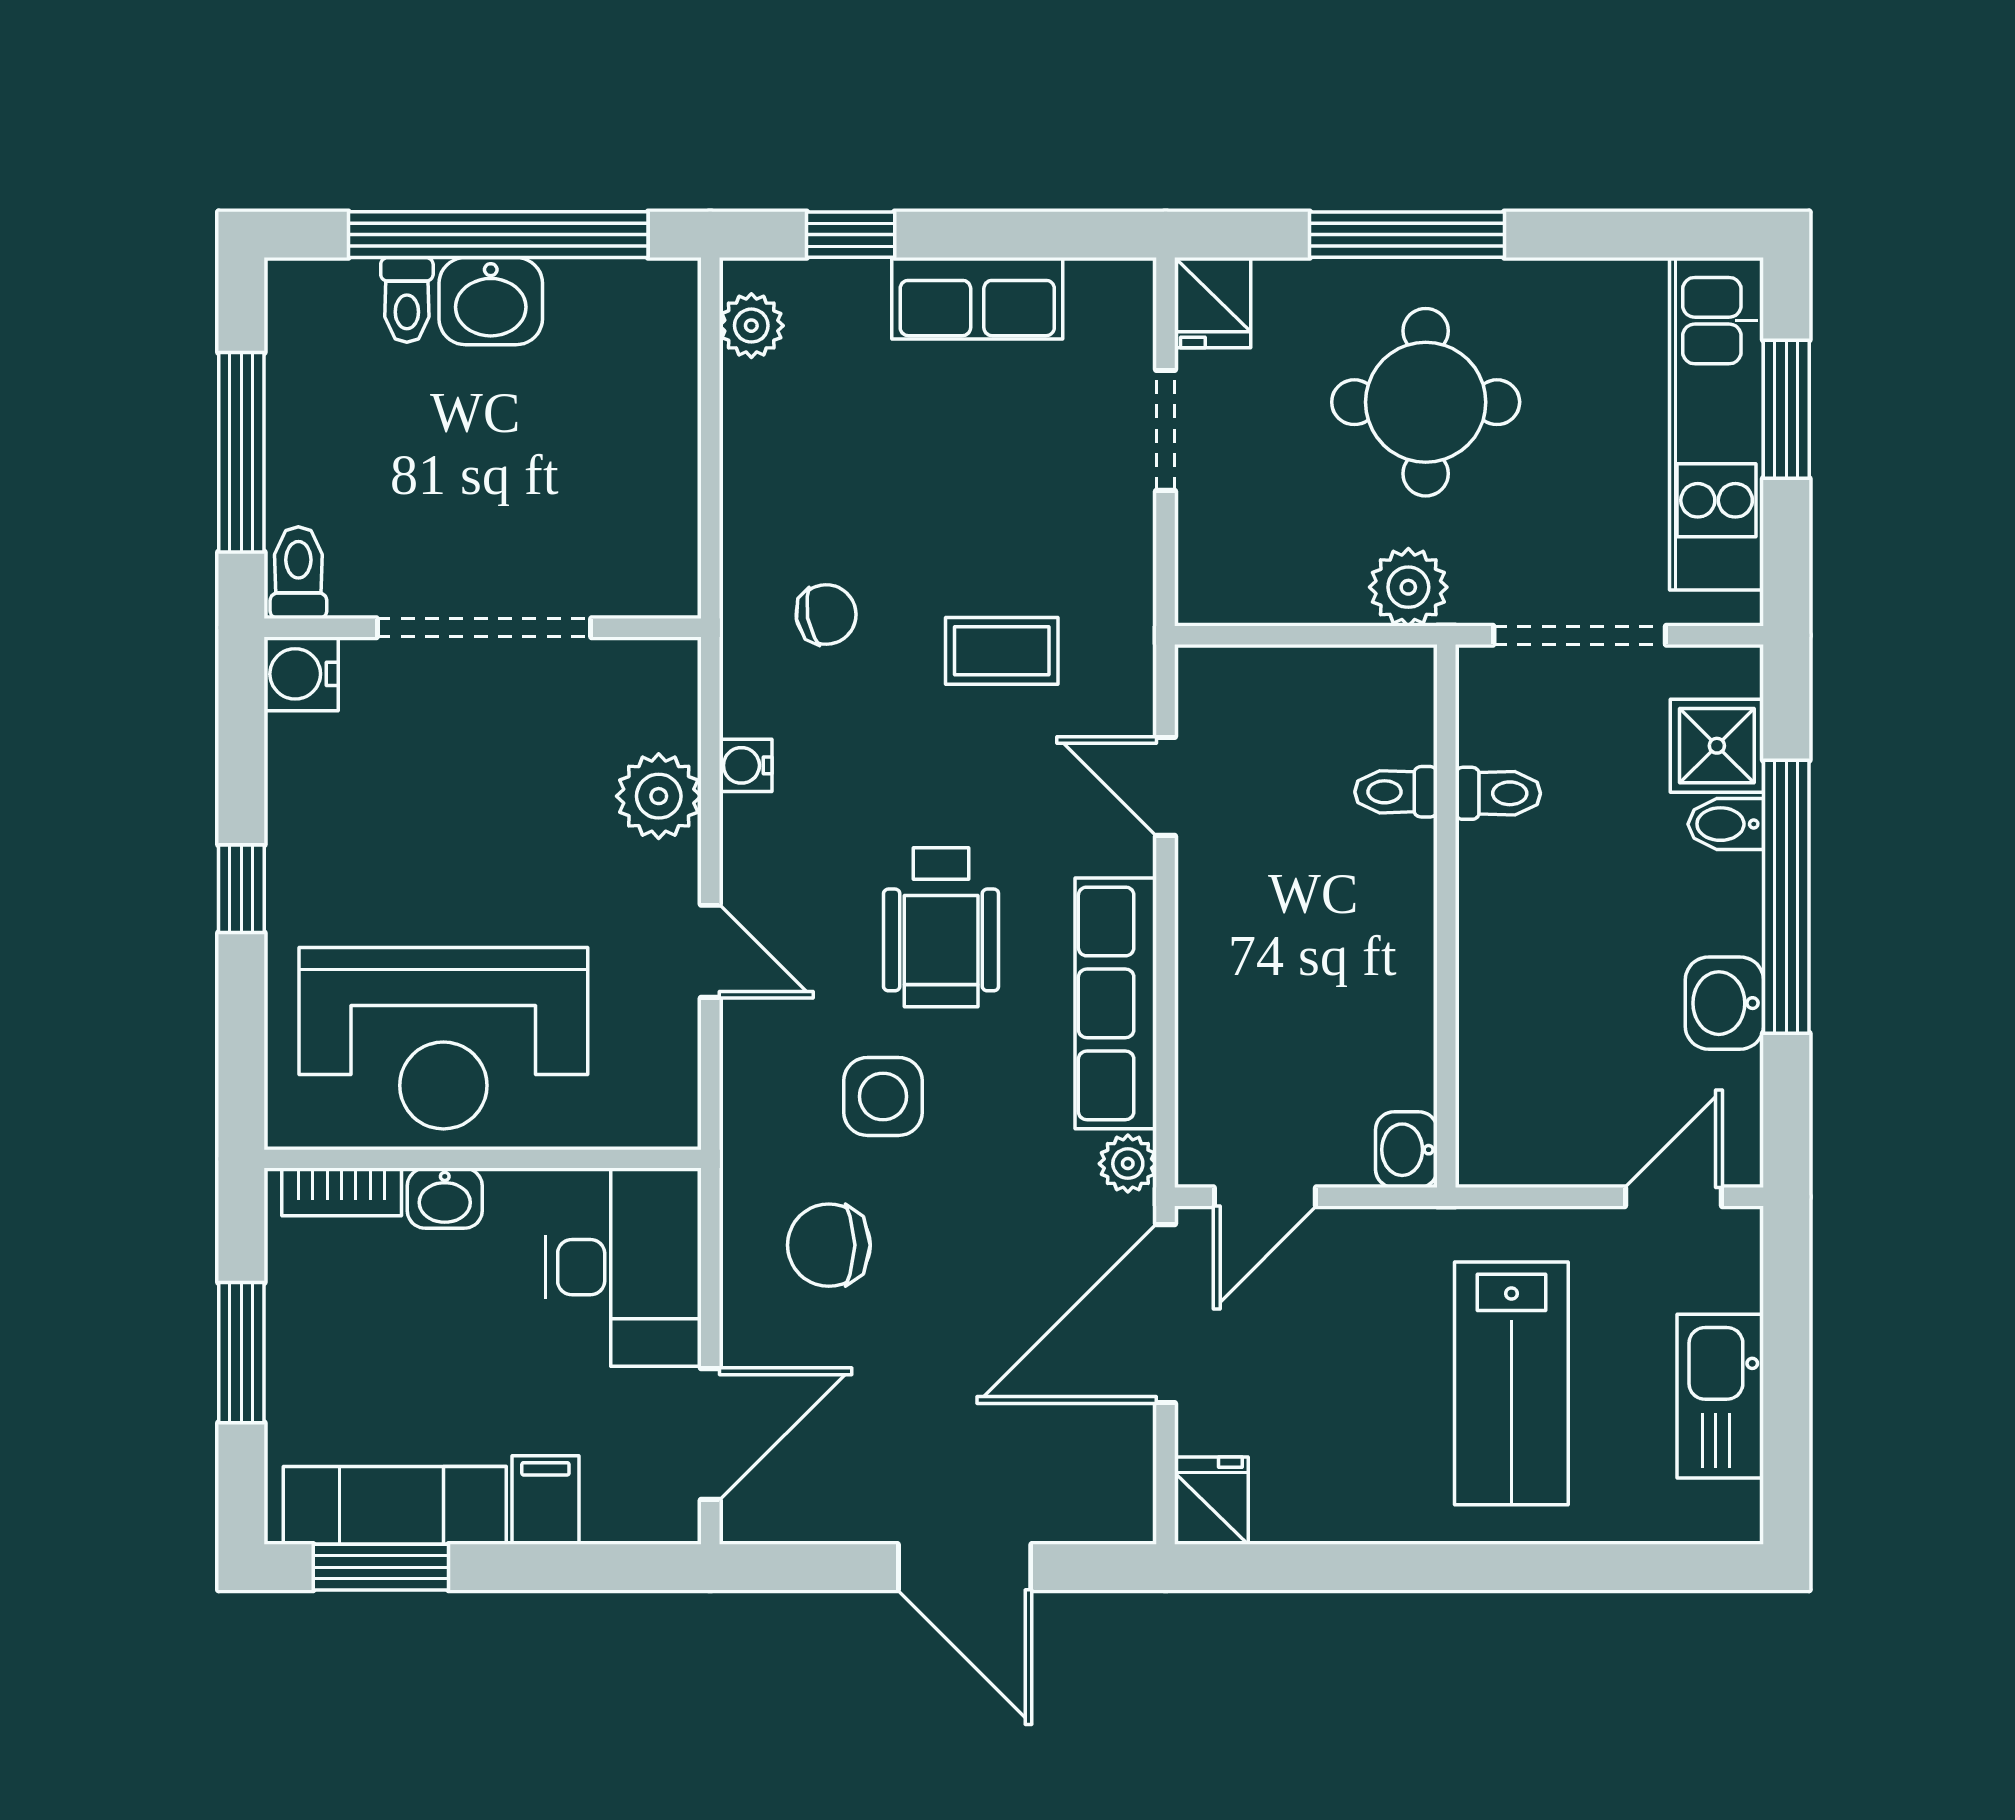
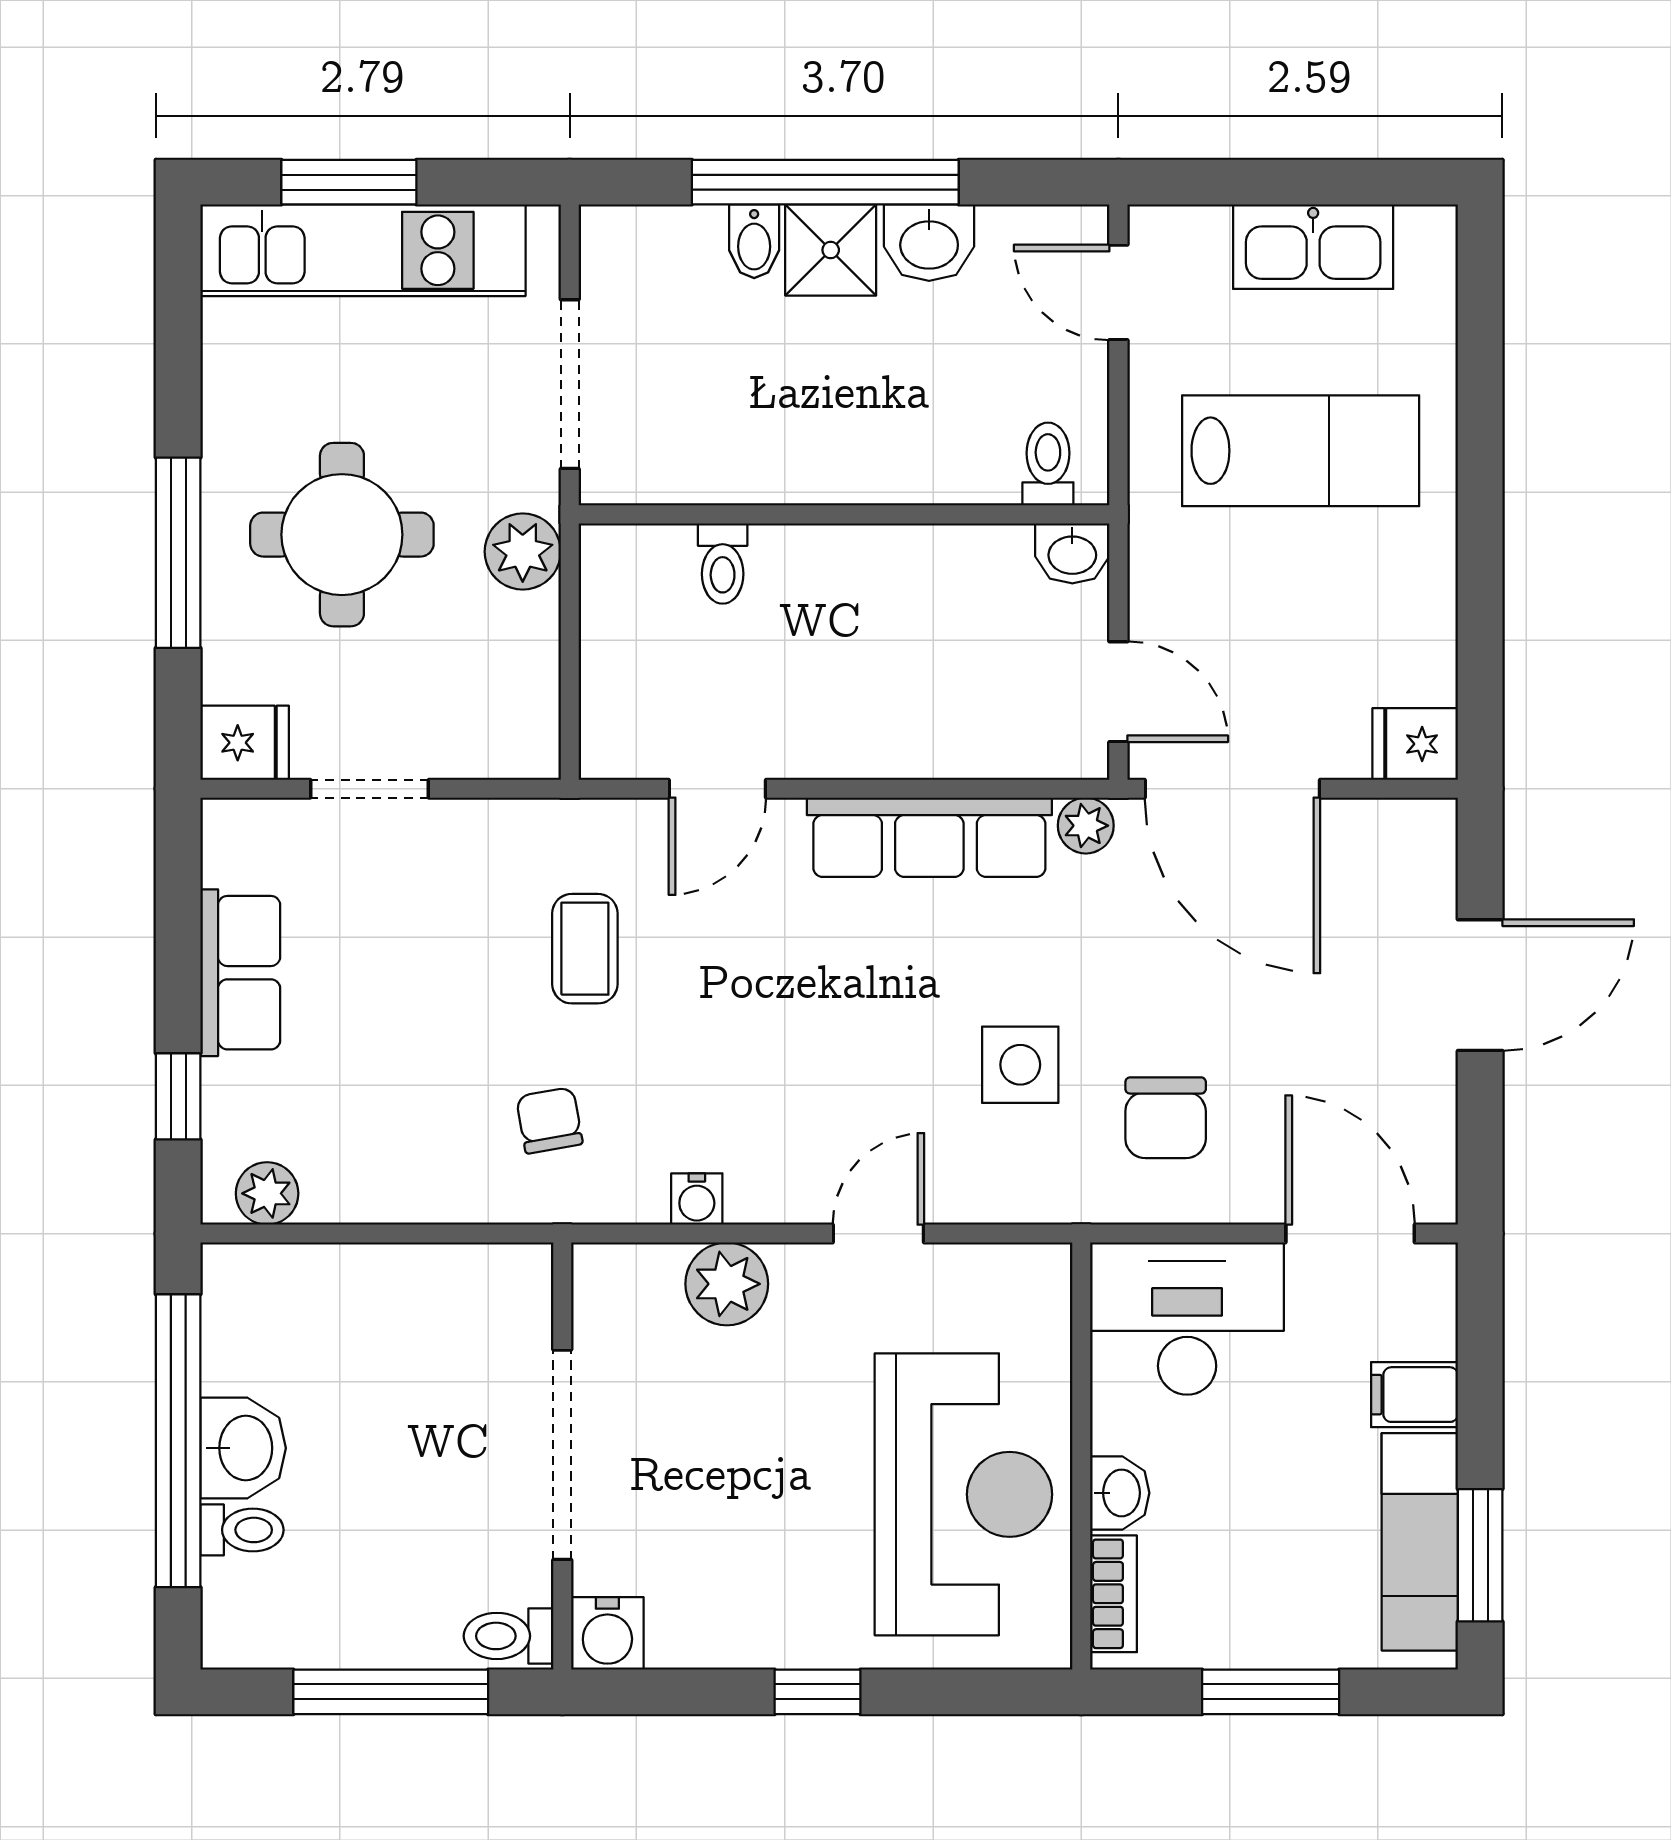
shower: (1717, 746) -> (831, 250), moved
toilet: (1498, 793) -> (1048, 464), moved
wheelchair: (941, 927) -> (855, 1008), removed

